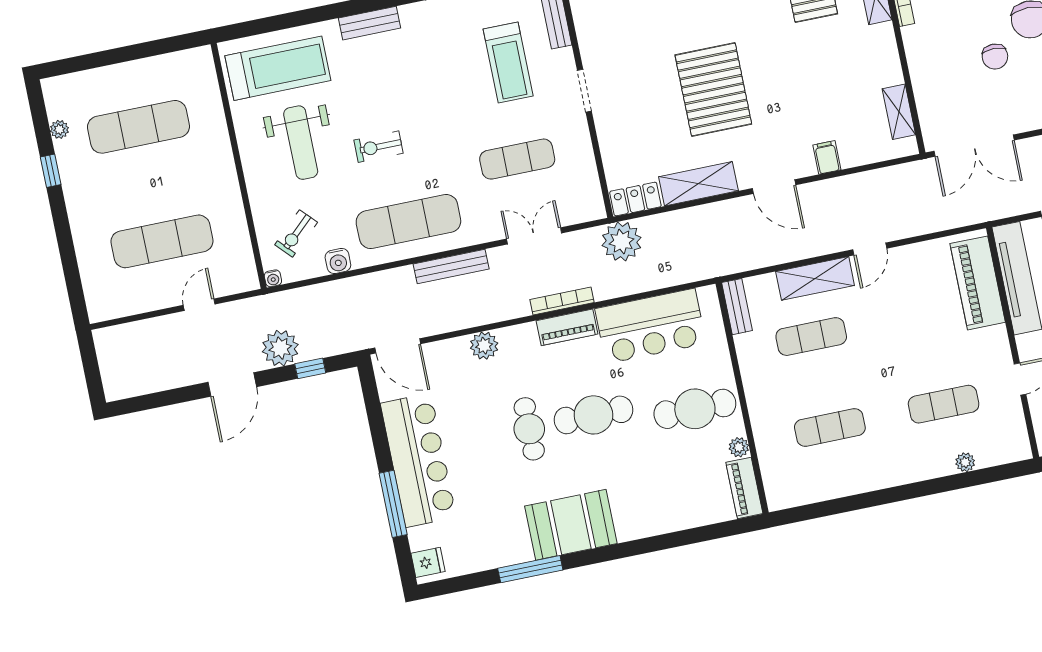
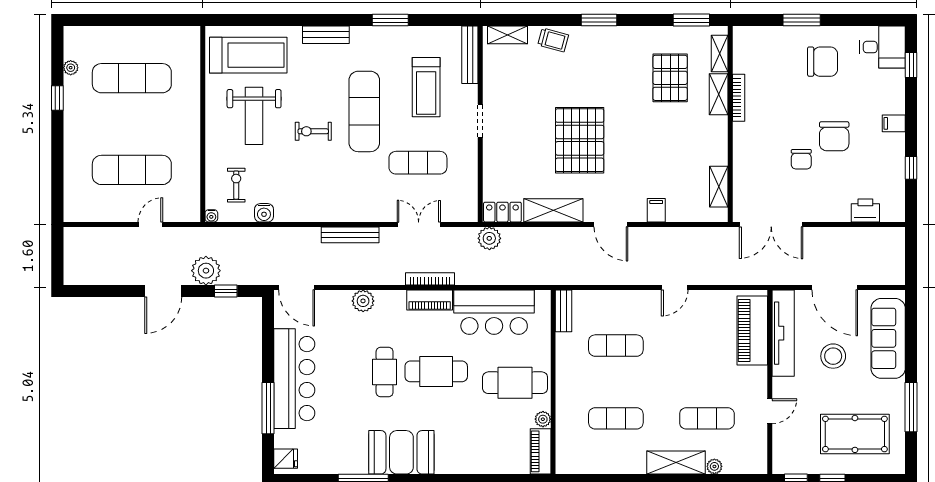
exercise mat: (408, 222) -> (364, 111), moved, turned 90
exercise bike: (296, 233) -> (236, 185), turned 133
plant: (622, 241) -> (489, 238), width x0.73, depth x0.73
shelving: (815, 278) -> (676, 462), moved

